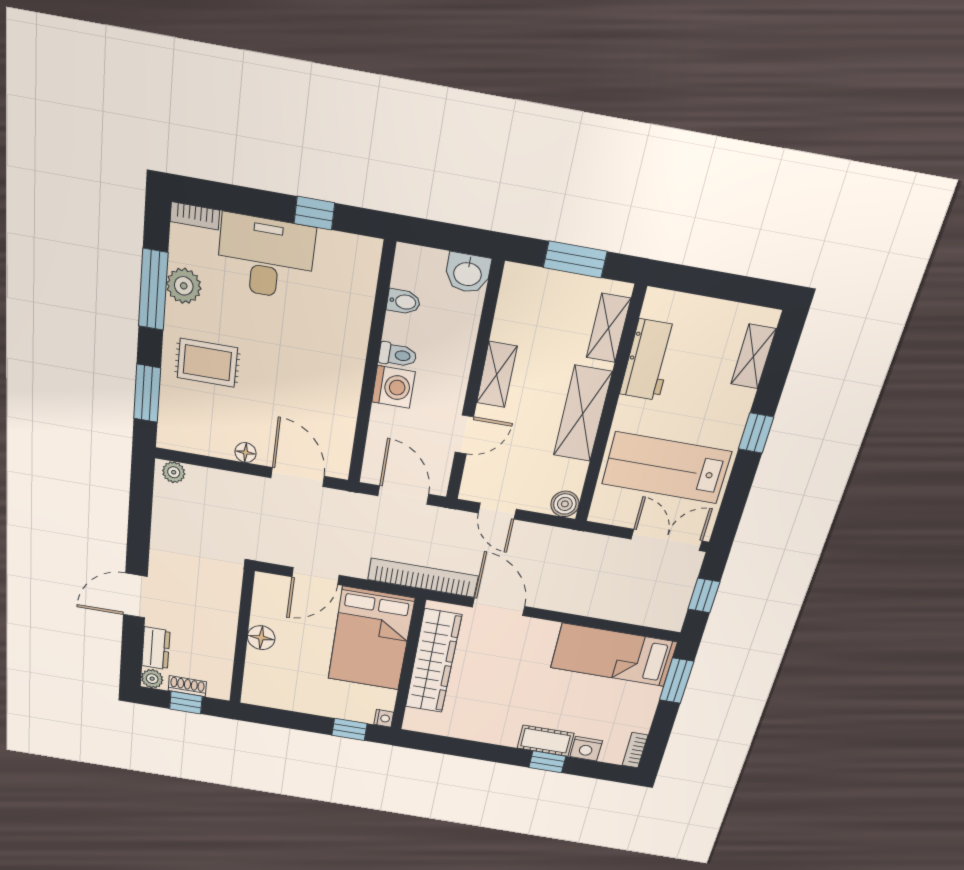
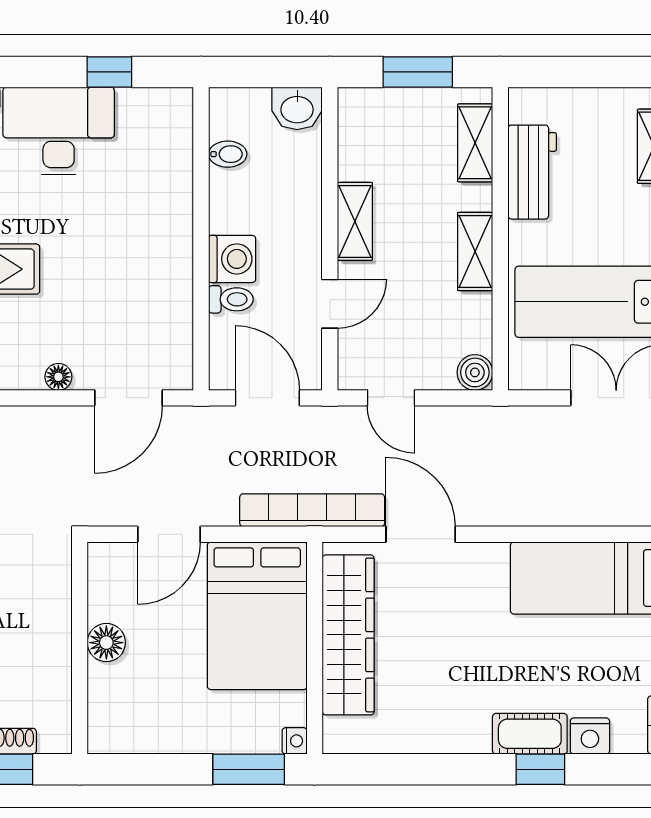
toilet: (398, 355) -> (231, 299), moved
shelving: (582, 414) -> (475, 252), width x0.67, depth x0.75
door: (298, 477) -> (129, 398), swing flipped
window: (349, 729) -> (249, 769), width x1.50

